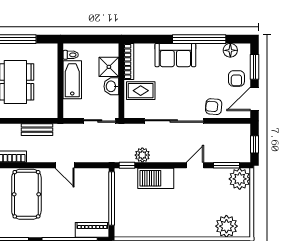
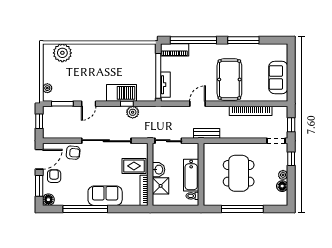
floor lamp: (230, 50) -> (48, 200), moved
bench: (37, 130) -> (207, 133), moved
door: (65, 165) -> (198, 104), hinge flipped
window: (127, 165) -> (127, 104), moved
plant: (240, 179) -> (47, 88), width x0.53, depth x0.53
tv unit: (103, 188) -> (165, 85), added

